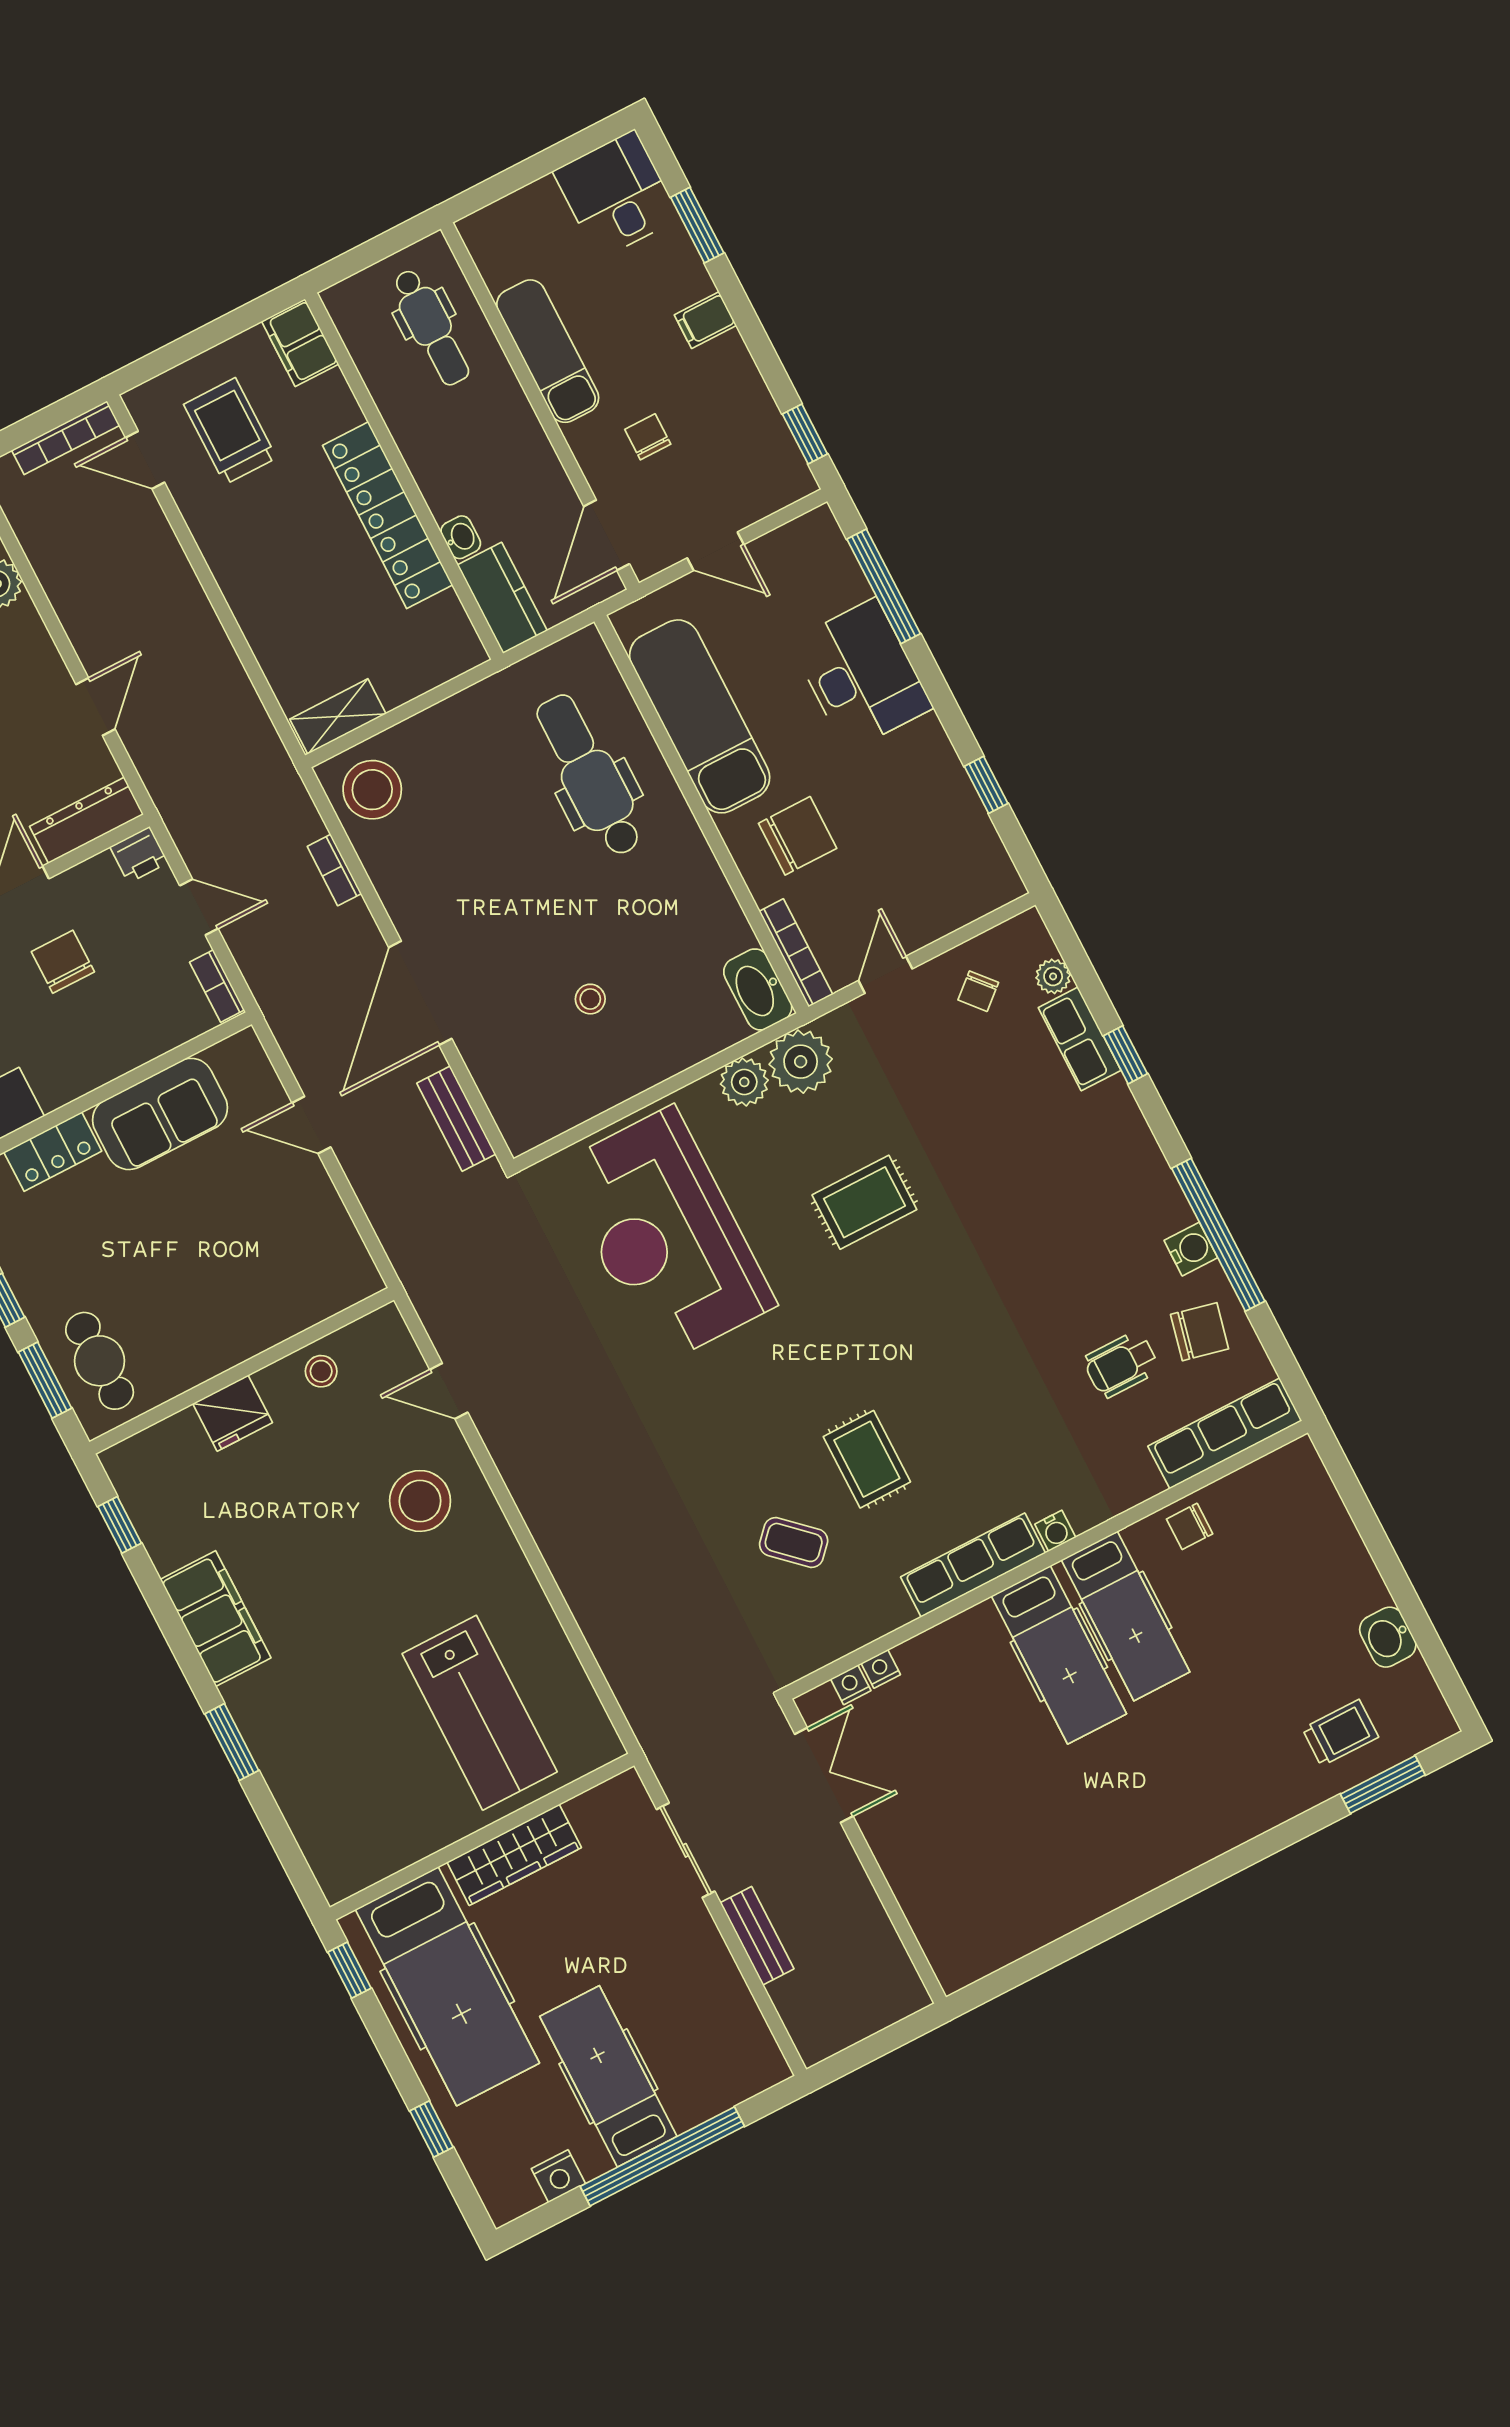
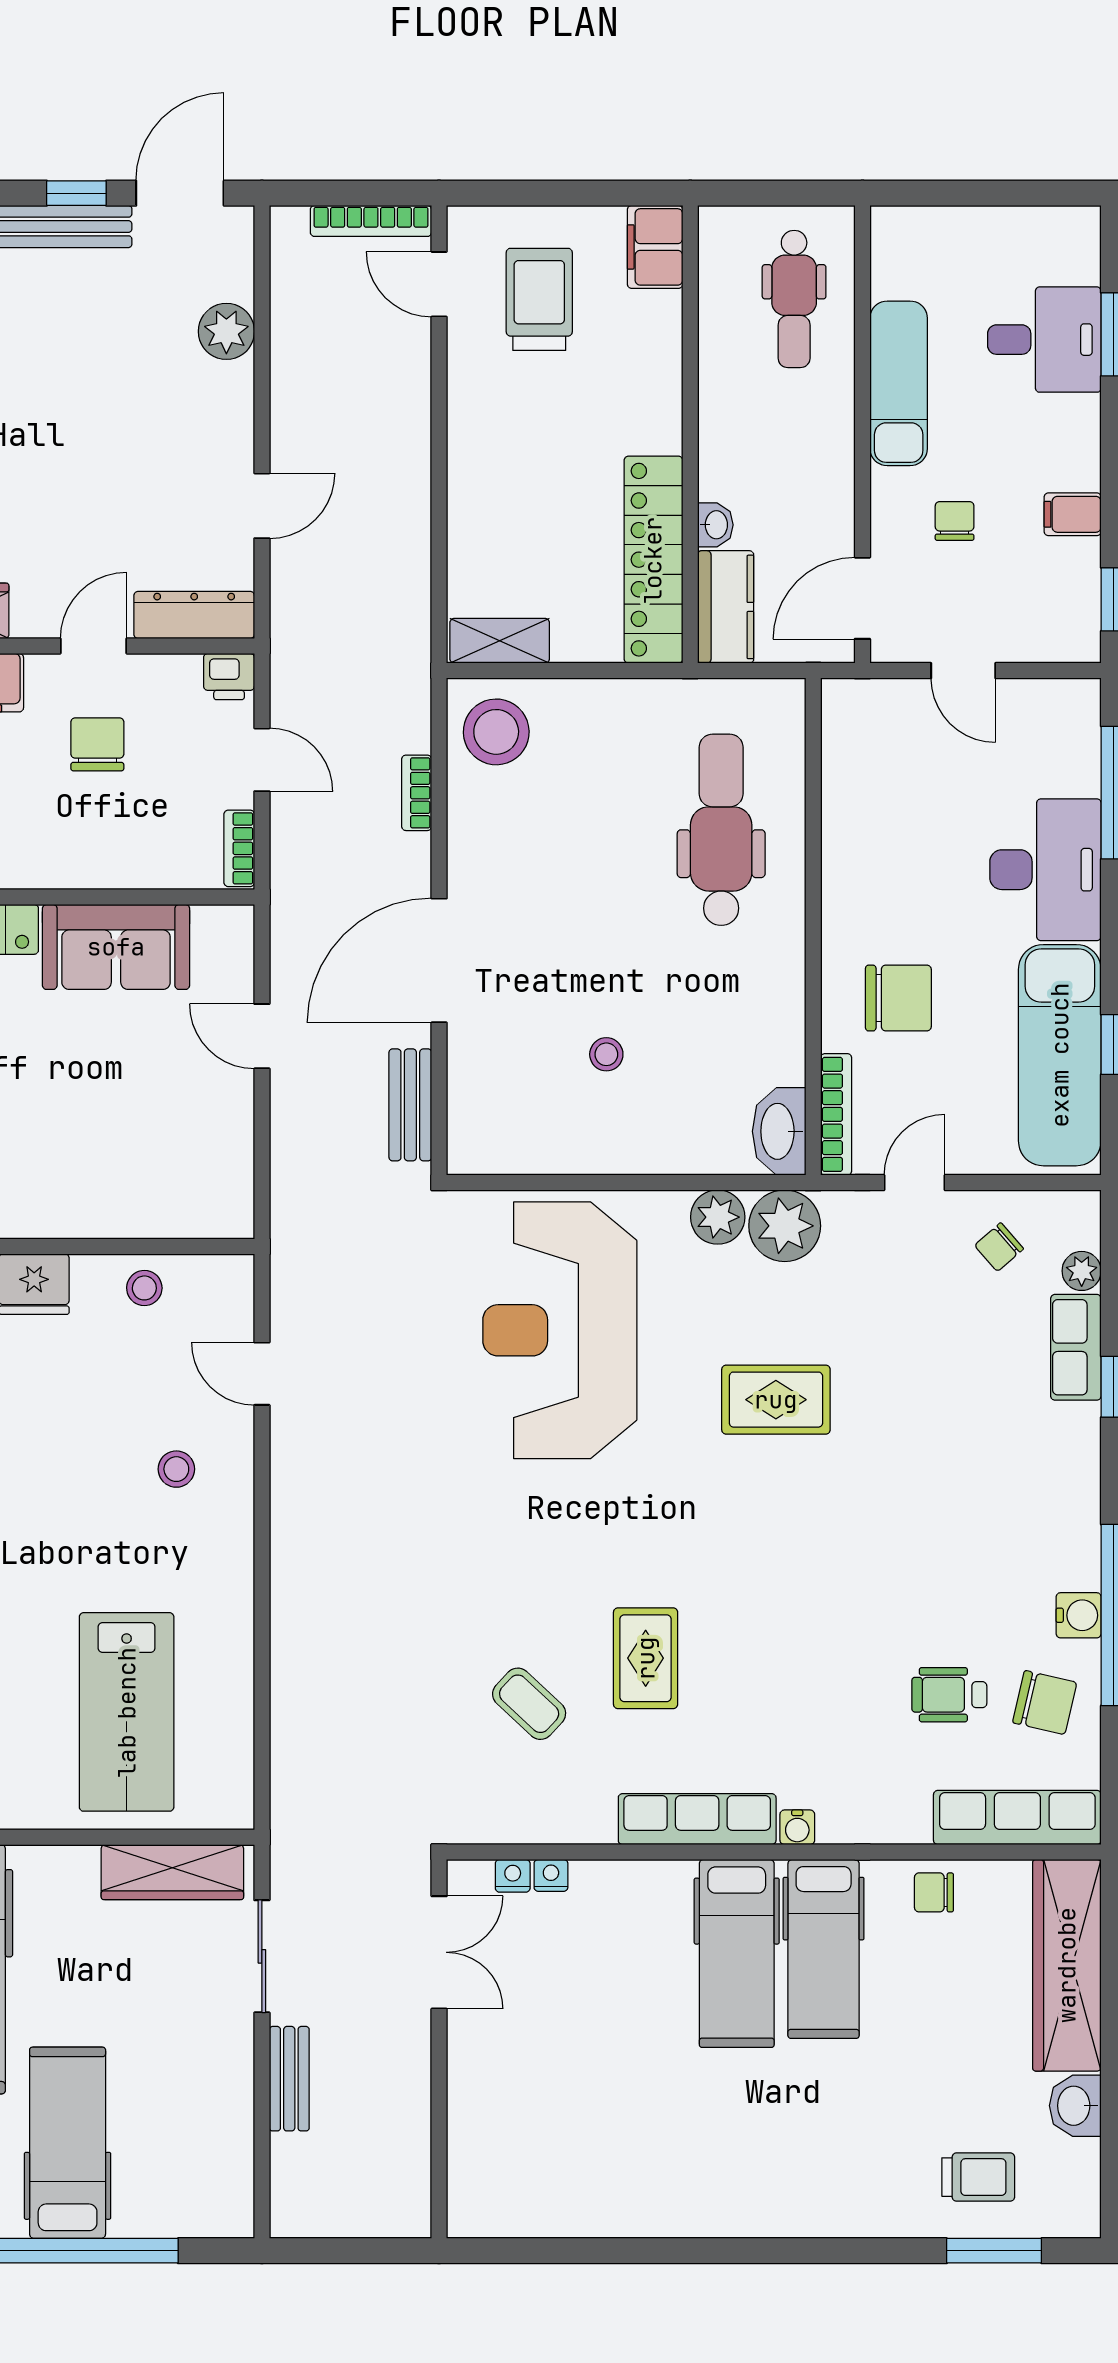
desk: (617, 195) -> (1044, 340), moved, turned 90
filing cabinet: (705, 320) -> (1073, 514), moved
locker: (388, 515) -> (653, 560), moved
exam couch: (700, 716) -> (1060, 1055), moved, turned 180
stool: (420, 1501) -> (176, 1469), width x0.53, depth x0.53
wardrobe: (1324, 1530) -> (1067, 1965), added
wardrobe: (514, 1855) -> (172, 1872), moved

